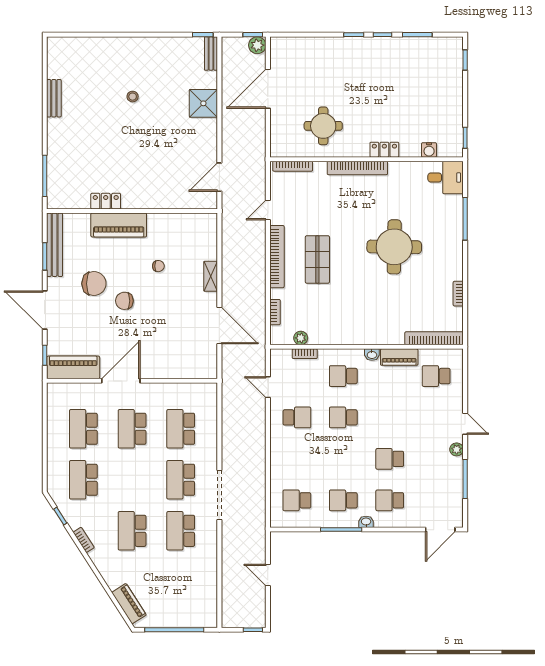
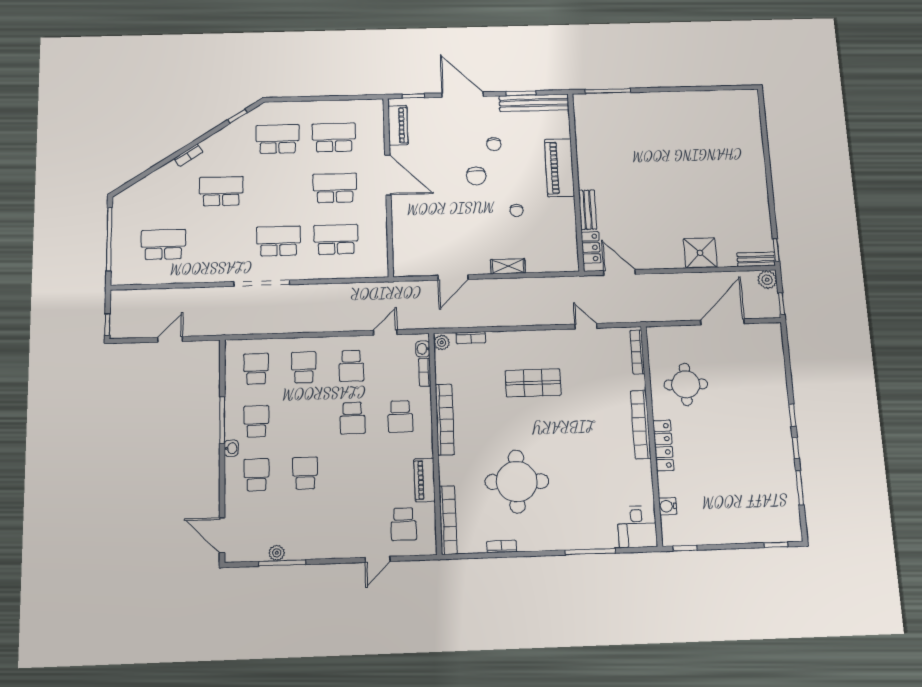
plant: (257, 45) -> (767, 280), moved
door: (268, 89) -> (722, 322), hinge flipped
stool: (133, 97) -> (701, 178), removed
bench: (54, 98) -> (588, 210), moved, turned 90
locker: (384, 150) -> (663, 445), width x1.53
locker: (106, 201) -> (591, 247), moved
round table: (394, 247) -> (517, 482), moved
bookcase: (277, 257) -> (445, 419), moved, turned -90
chair: (94, 284) -> (494, 144), width x0.54, depth x0.54
chair: (124, 301) -> (476, 176), turned 180
door: (45, 310) -> (463, 95), hinge flipped
door: (219, 326) -> (453, 277), width x0.73
plant: (301, 338) -> (442, 343), moved
washbasin: (372, 355) -> (423, 349), moved
piano: (73, 367) -> (398, 125), width x0.73, depth x0.75
school desk: (343, 376) -> (400, 416), turned 180
school desk: (436, 376) -> (404, 524), turned 180
school desk: (343, 417) -> (352, 418), turned 180
door: (465, 424) -> (378, 559), moved
plant: (457, 449) -> (277, 553), moved
school desk: (297, 459) -> (304, 367), added
school desk: (181, 531) -> (163, 244), moved
bookcase: (84, 540) -> (188, 155), moved
piano: (129, 604) -> (140, 190), removed

